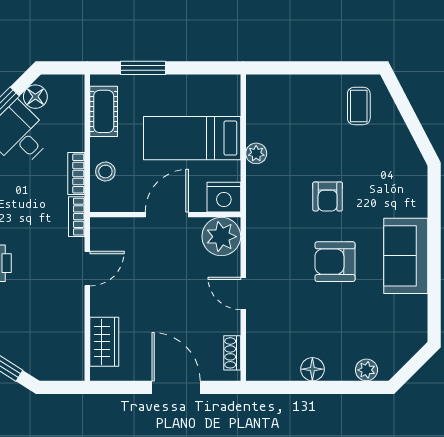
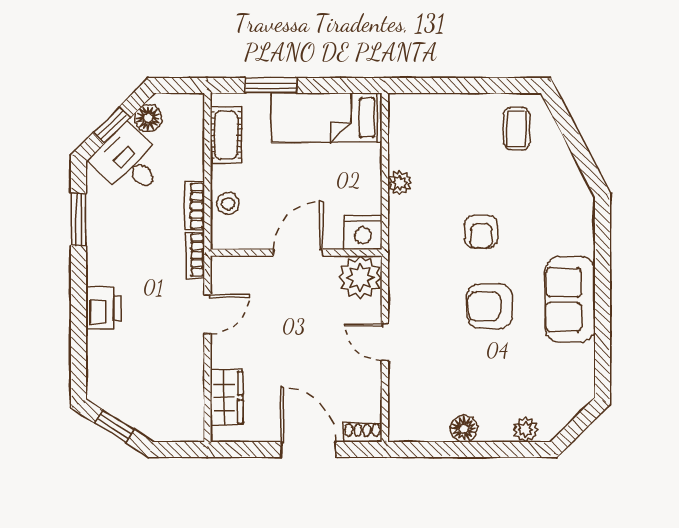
bed: (192, 138) -> (327, 118), moved
shoe rack: (232, 353) -> (362, 433), moved, turned 90

